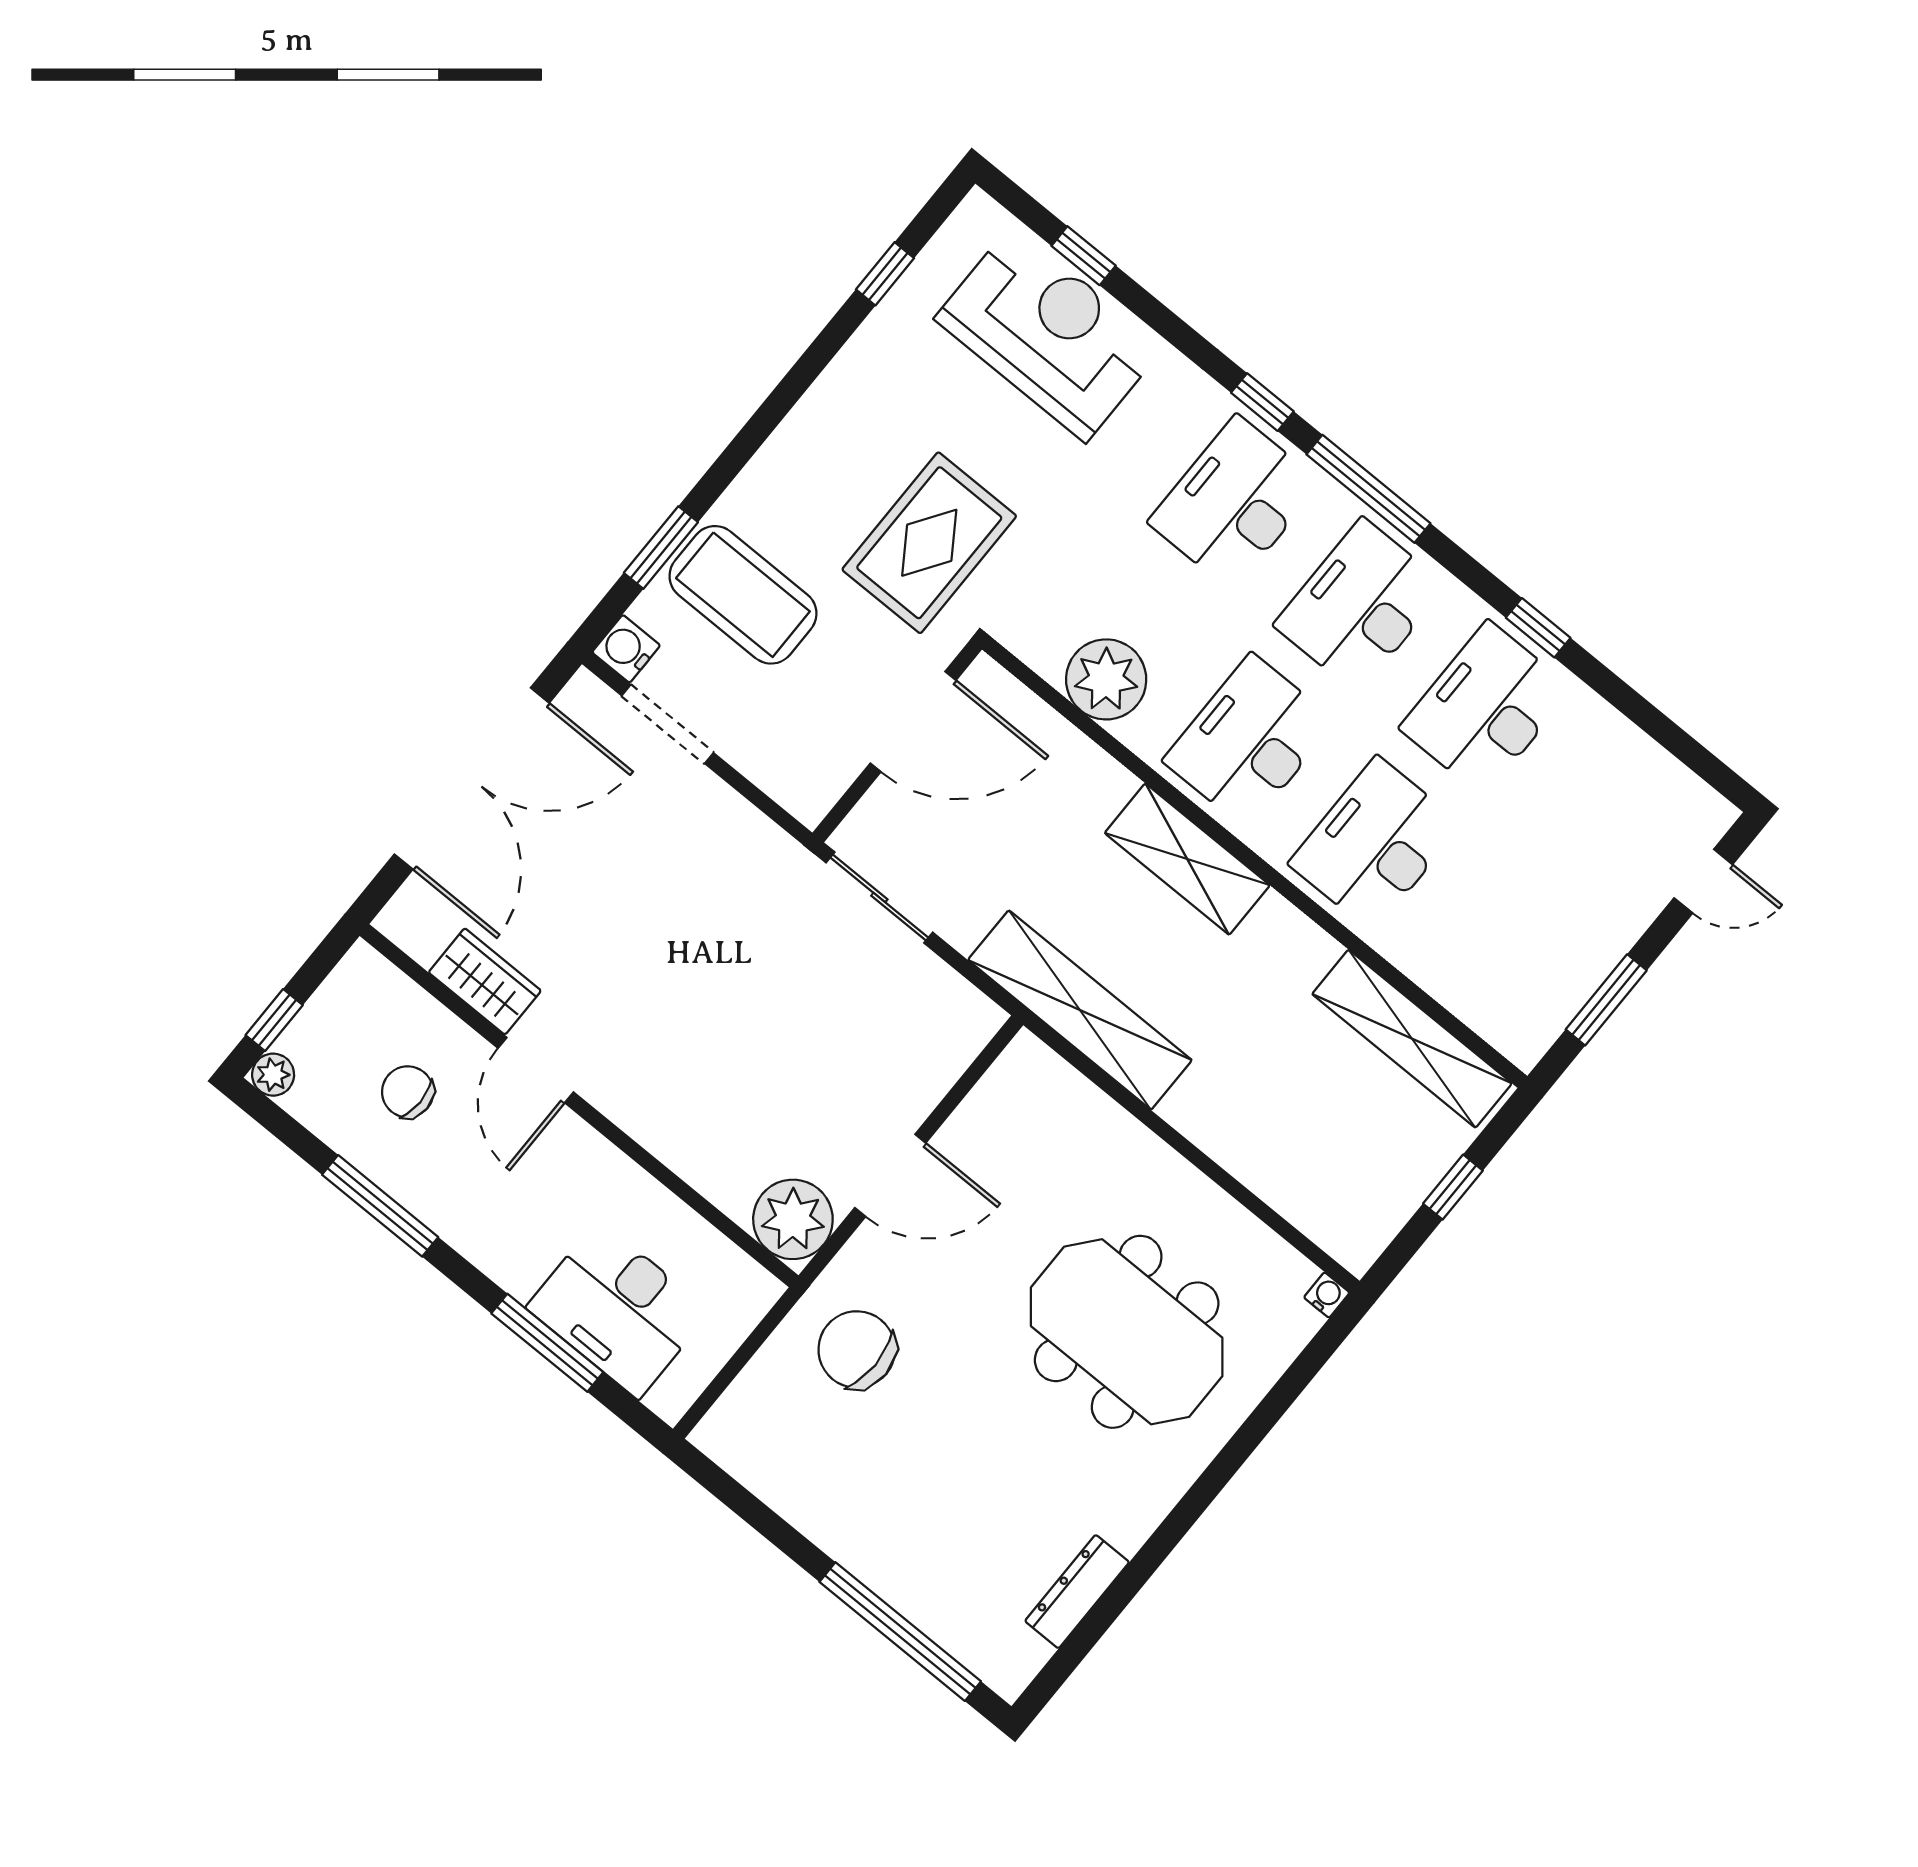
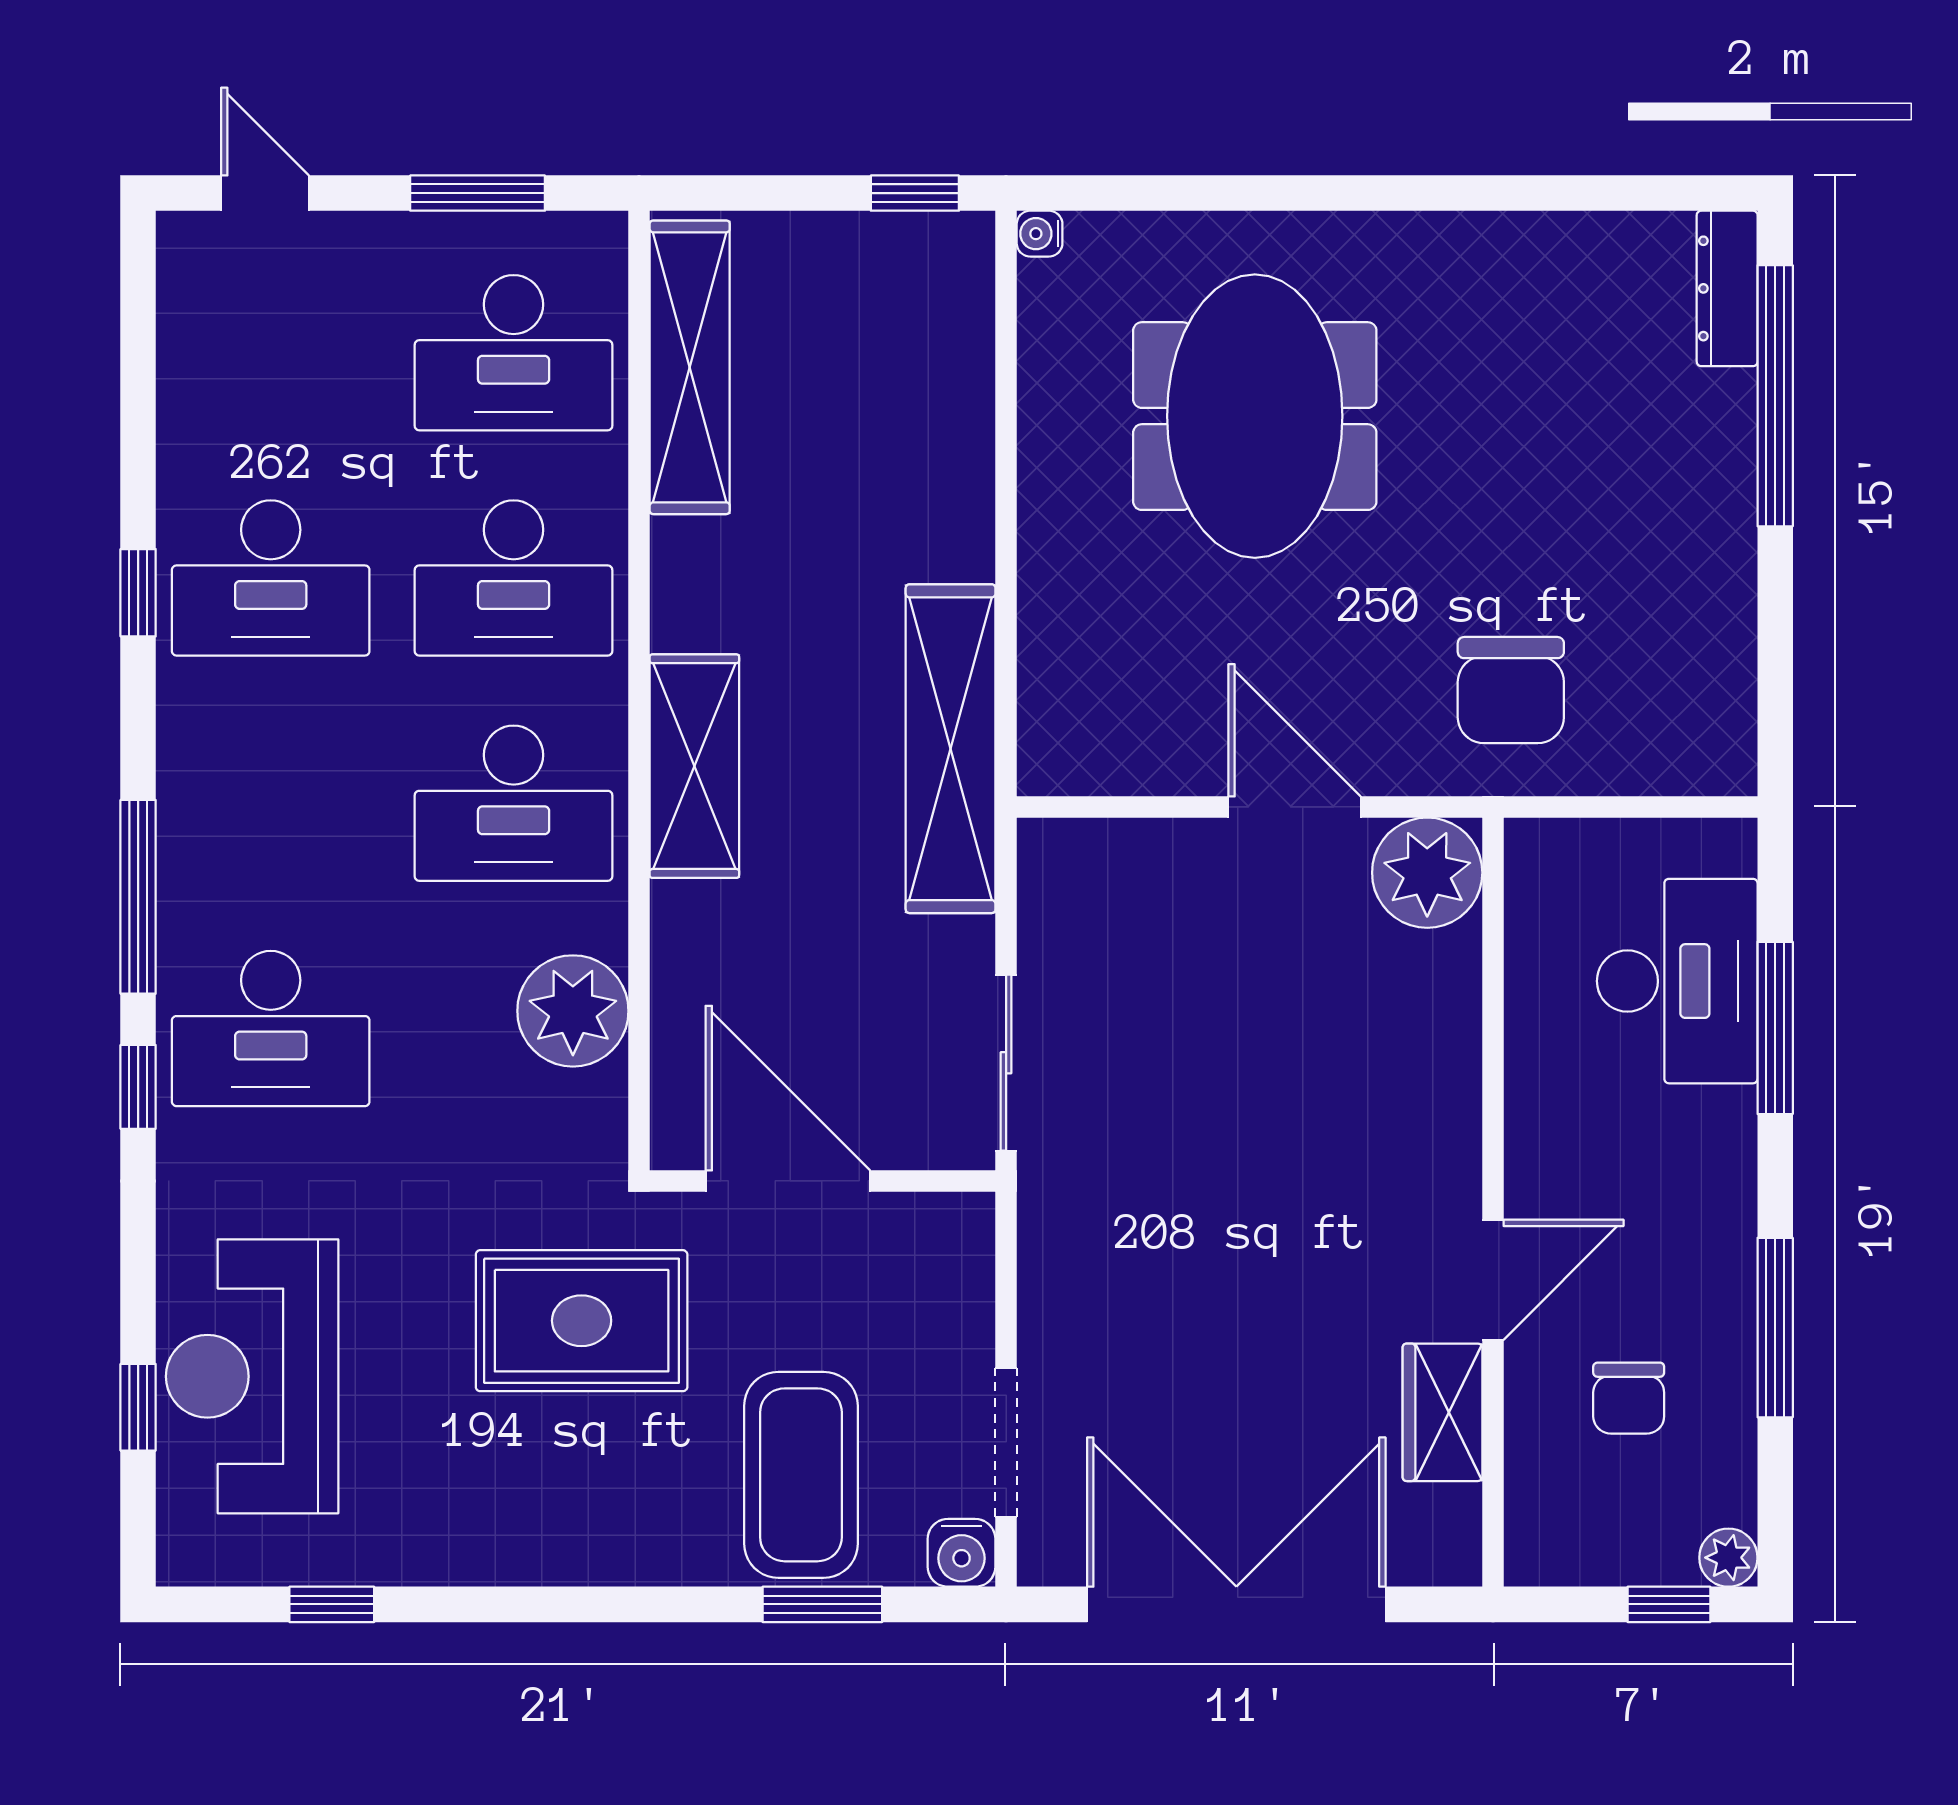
desk: (1360, 606) -> (514, 353), moved
window: (1453, 1187) -> (915, 193), moved
dresser: (1077, 1592) -> (1727, 288), moved, turned 90

